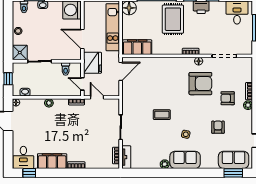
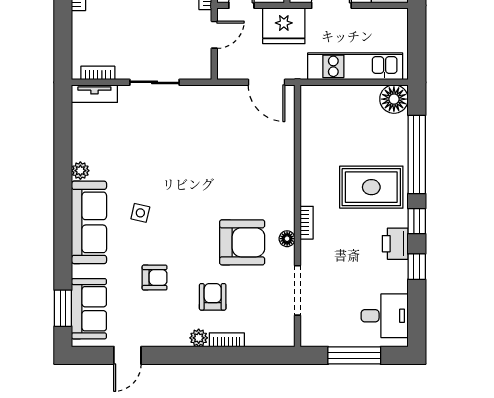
filing cabinet: (137, 47) -> (315, 115), removed
armchair: (200, 84) -> (242, 242), turned -90
coffee table: (162, 115) -> (180, 165), removed
sofa: (185, 160) -> (89, 222), width x1.36

